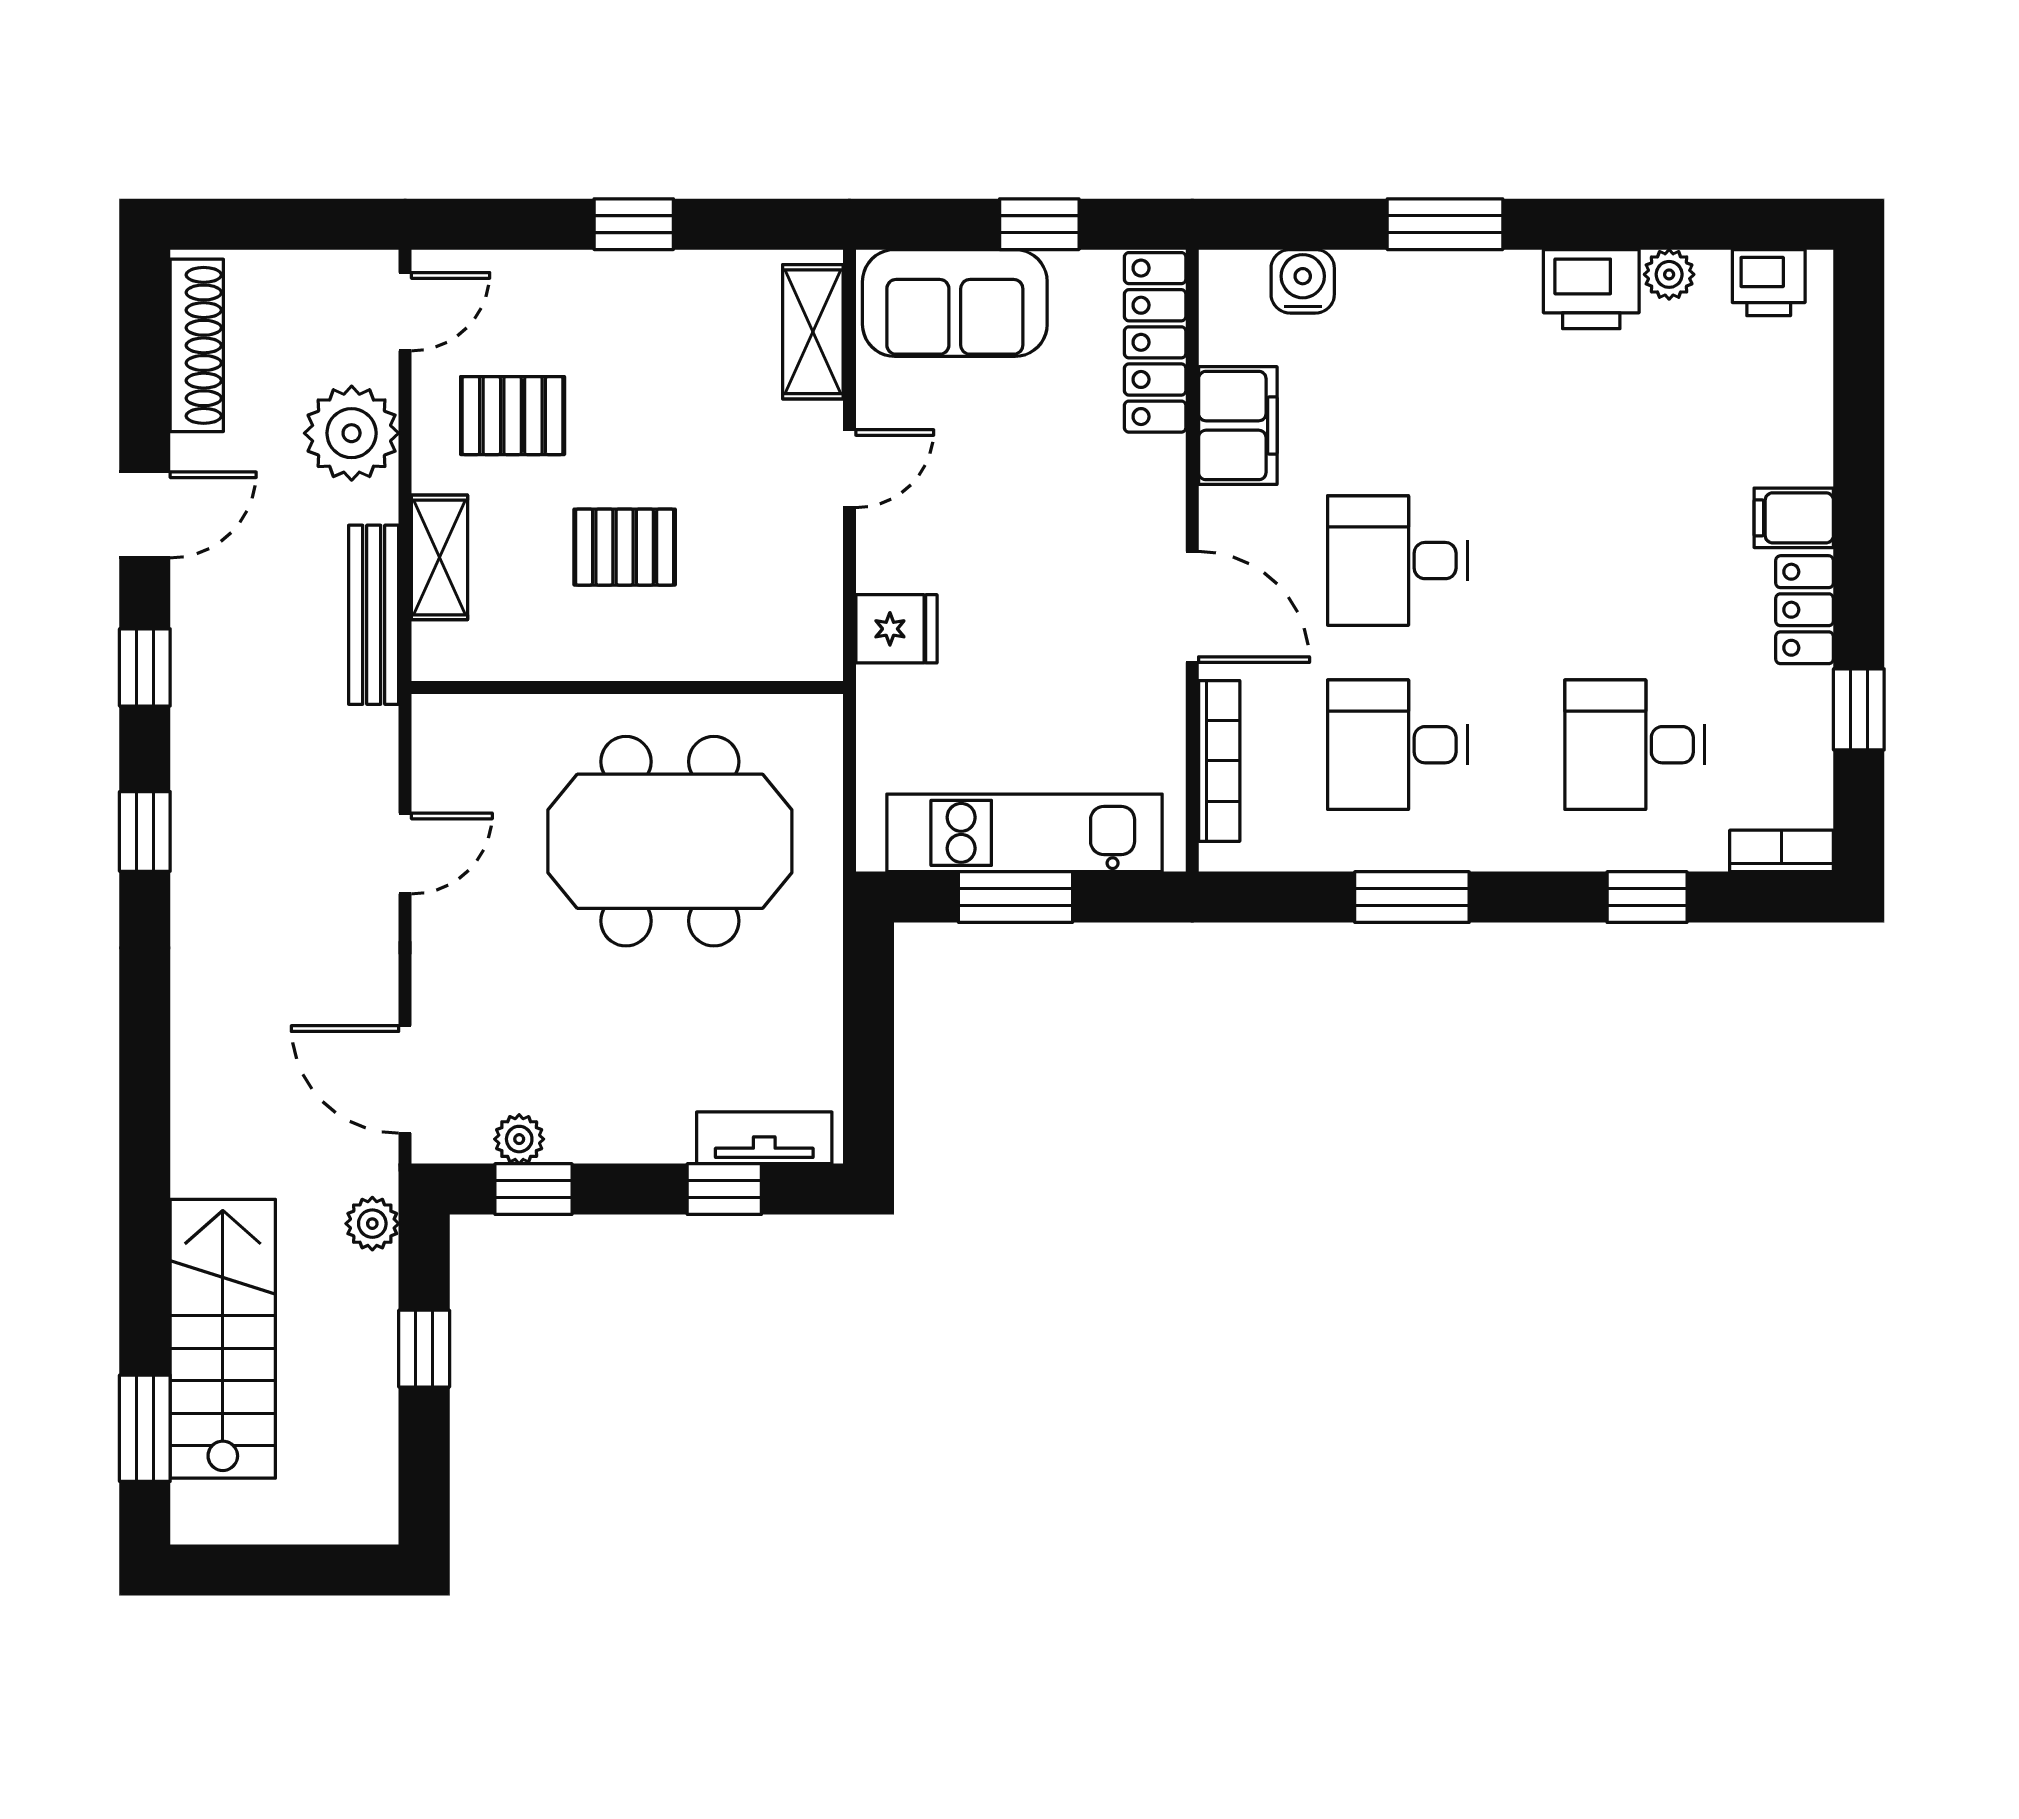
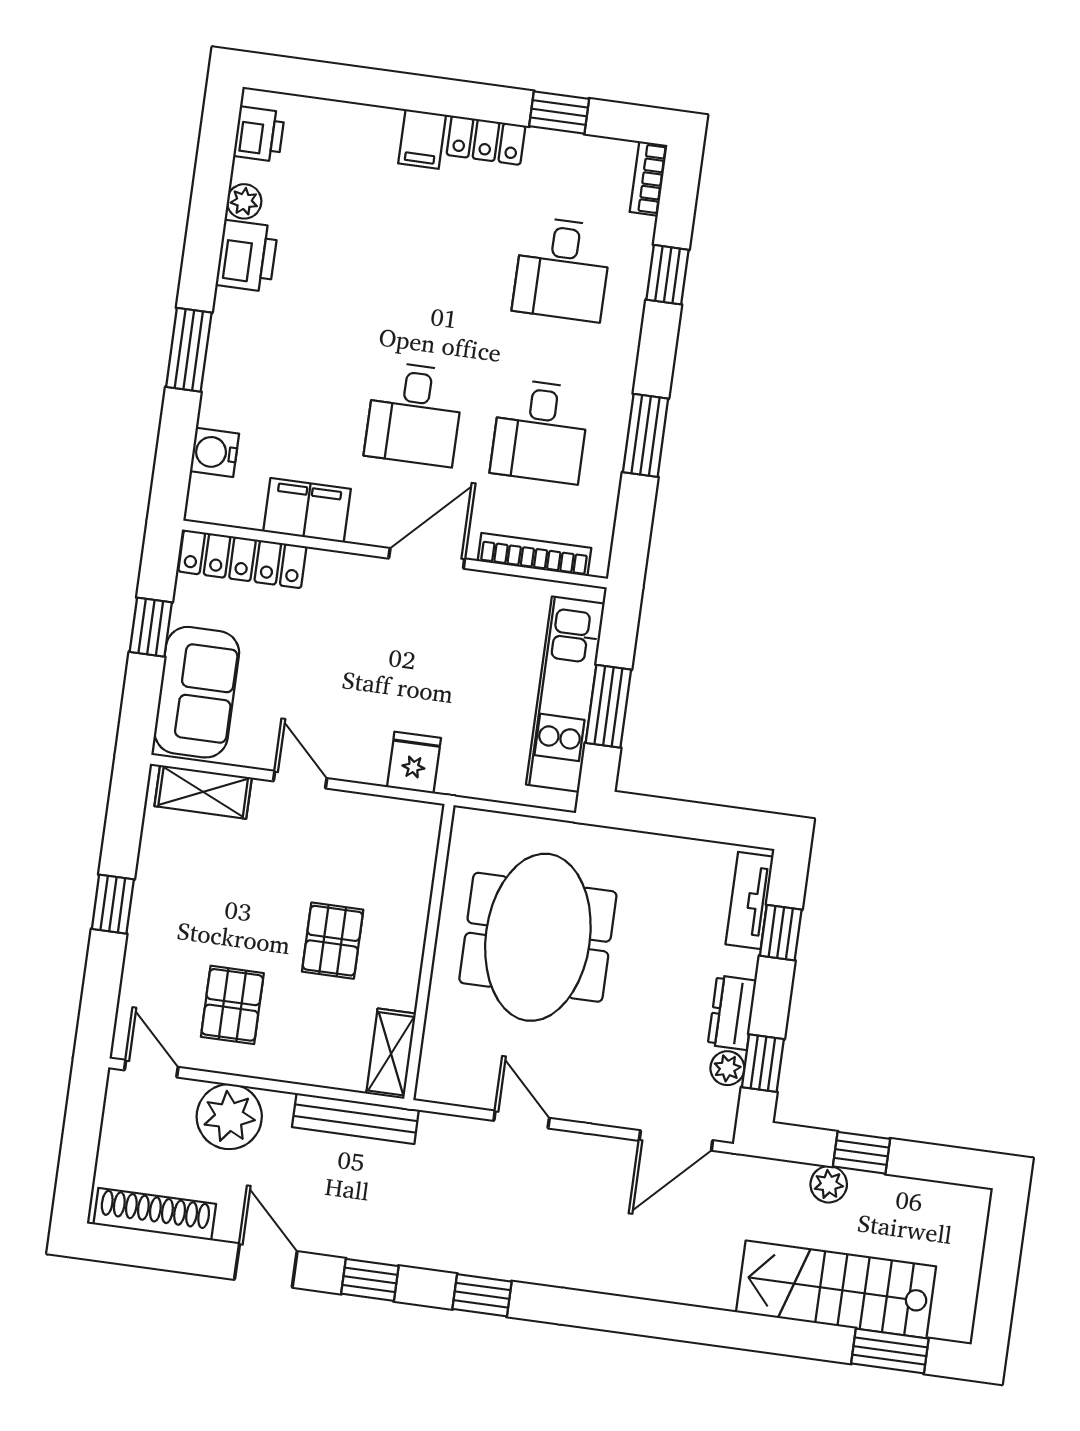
shelving: (439, 557) -> (391, 1054), moved, turned 90
dresser: (600, 1135) -> (732, 1013), added
plant: (372, 1224) -> (829, 1184), moved

